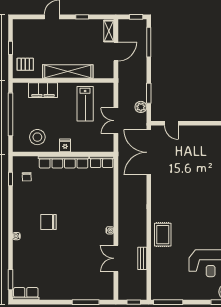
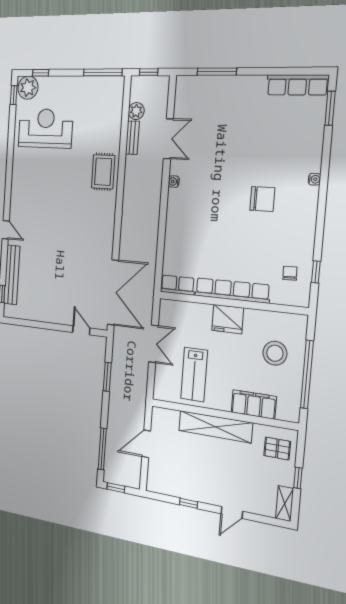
shelving: (109, 31) -> (285, 504), moved
lab bench: (85, 104) -> (194, 375), turned 180
plant: (141, 107) -> (136, 111), moved
stool: (37, 137) -> (275, 353), moved
fridge: (65, 145) -> (228, 319), width x1.88, depth x1.34
row of seats: (26, 294) -> (297, 85), width x1.48

